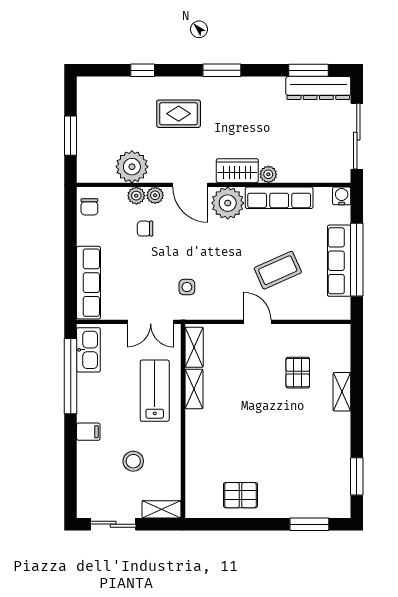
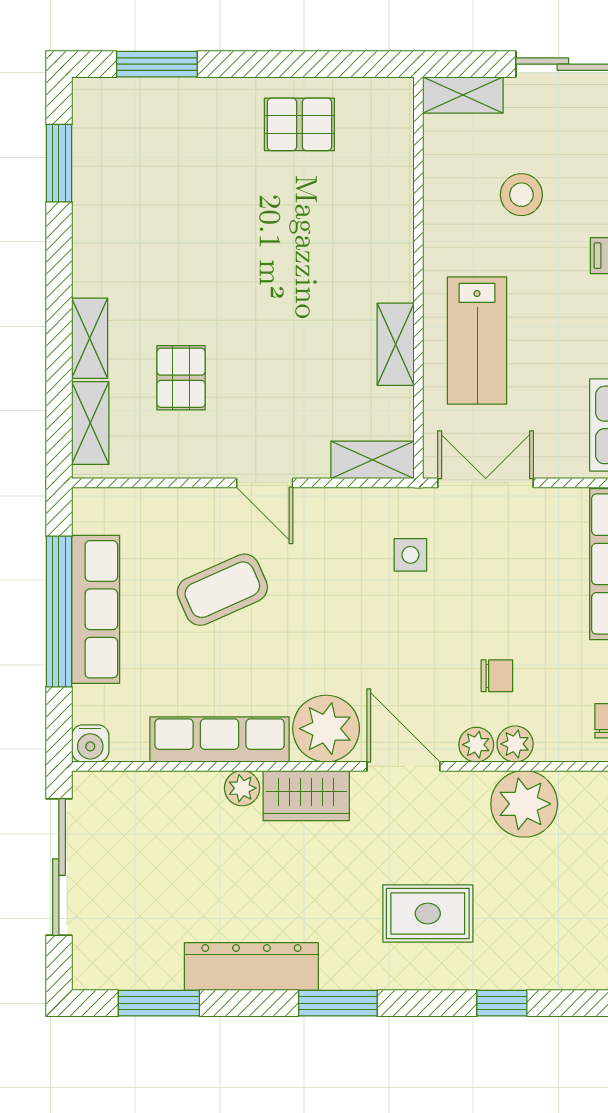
dresser: (318, 88) -> (251, 967), moved
shelving: (194, 347) -> (373, 460), moved, turned 90
shelving: (342, 351) -> (90, 423), added

